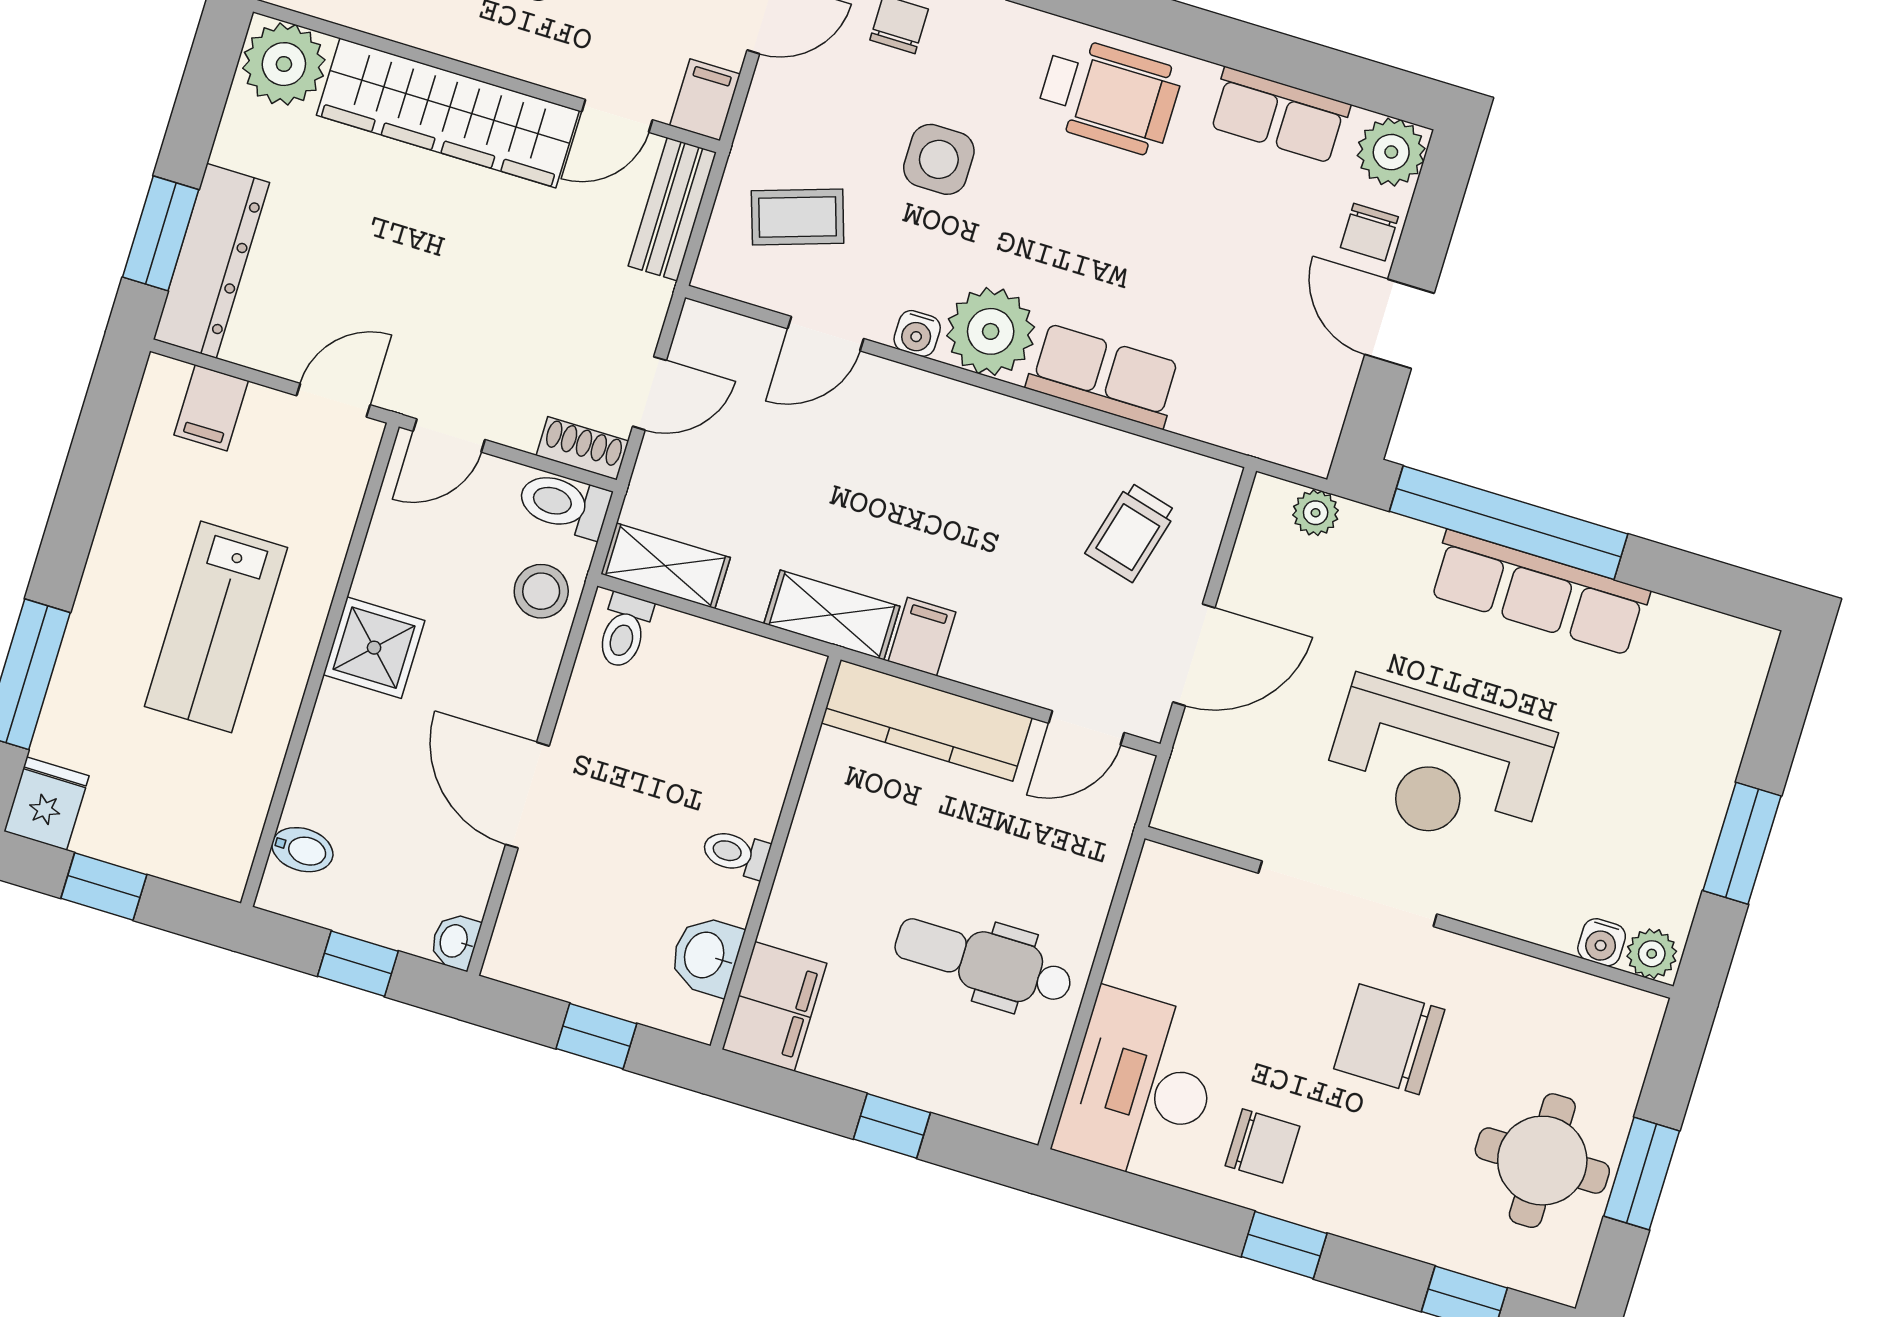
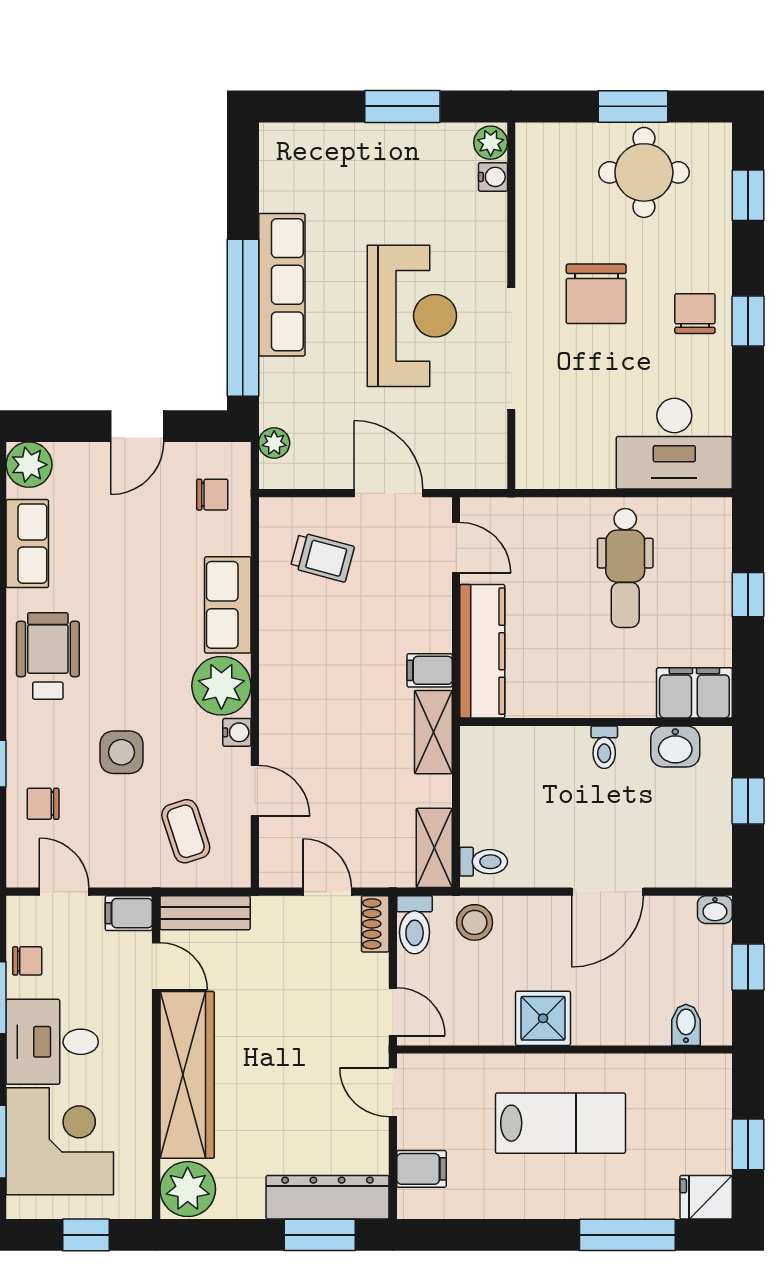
chair: (1369, 232) -> (212, 495), moved
chair: (1263, 1146) -> (695, 314), moved

